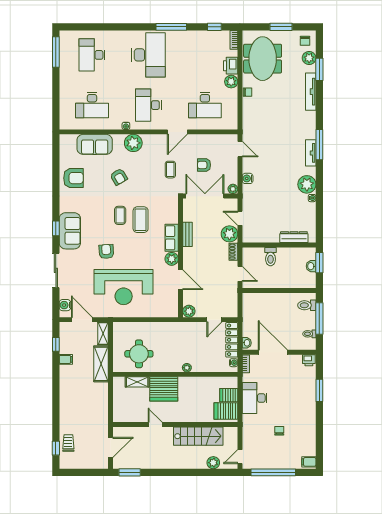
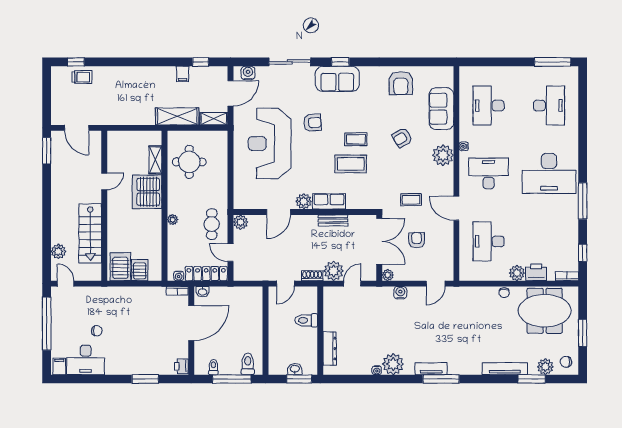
desk: (92, 55) -> (549, 106), turned 90
cafe table: (191, 335) -> (212, 224), added
desk: (255, 398) -> (86, 360), moved, turned 180

